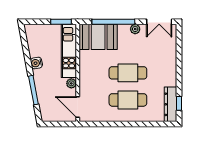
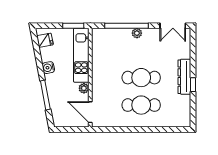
plant: (135, 29) -> (137, 33), moved
fridge: (33, 36) -> (45, 40), added
booth: (98, 37) -> (111, 41), removed
window: (179, 103) -> (193, 85), moved
dresser: (171, 104) -> (184, 77), moved

